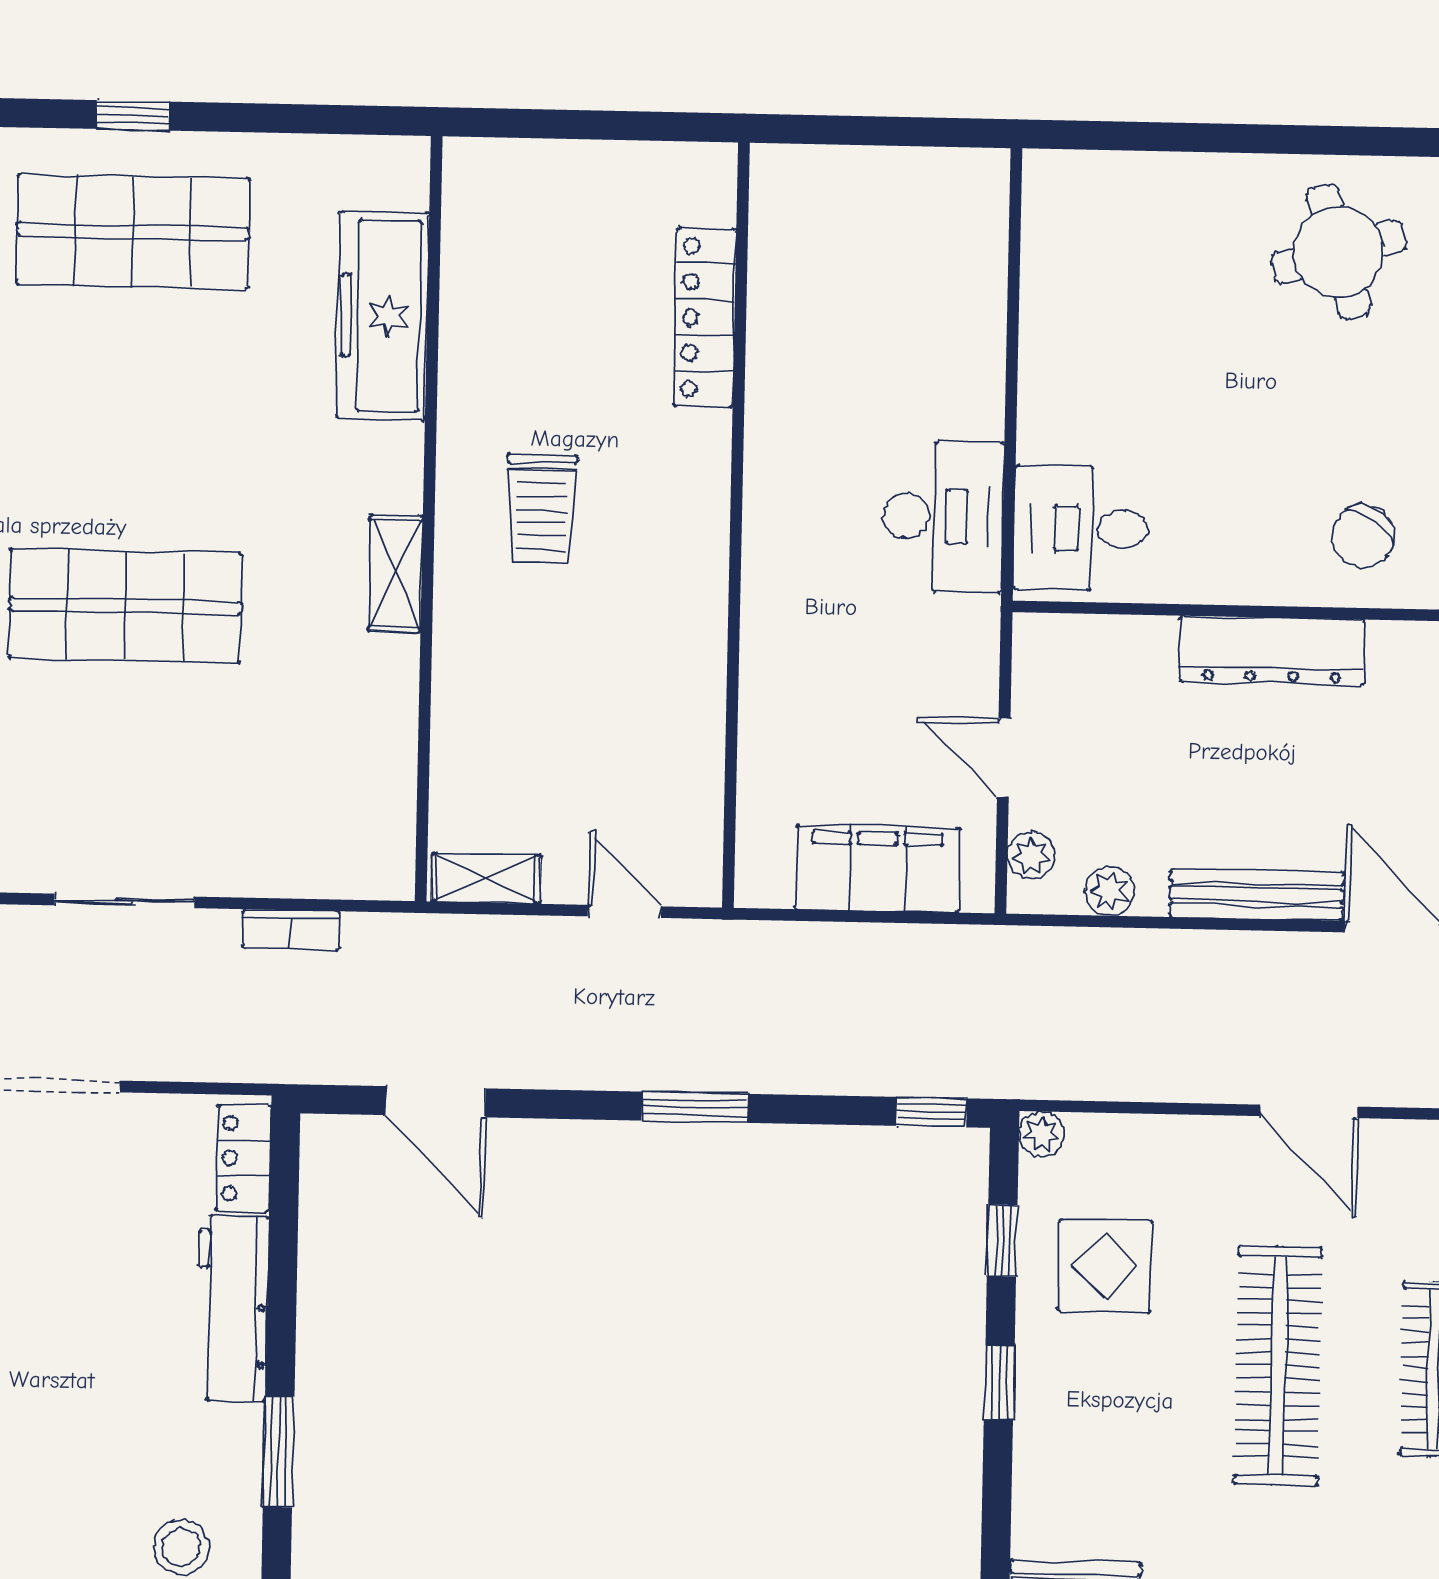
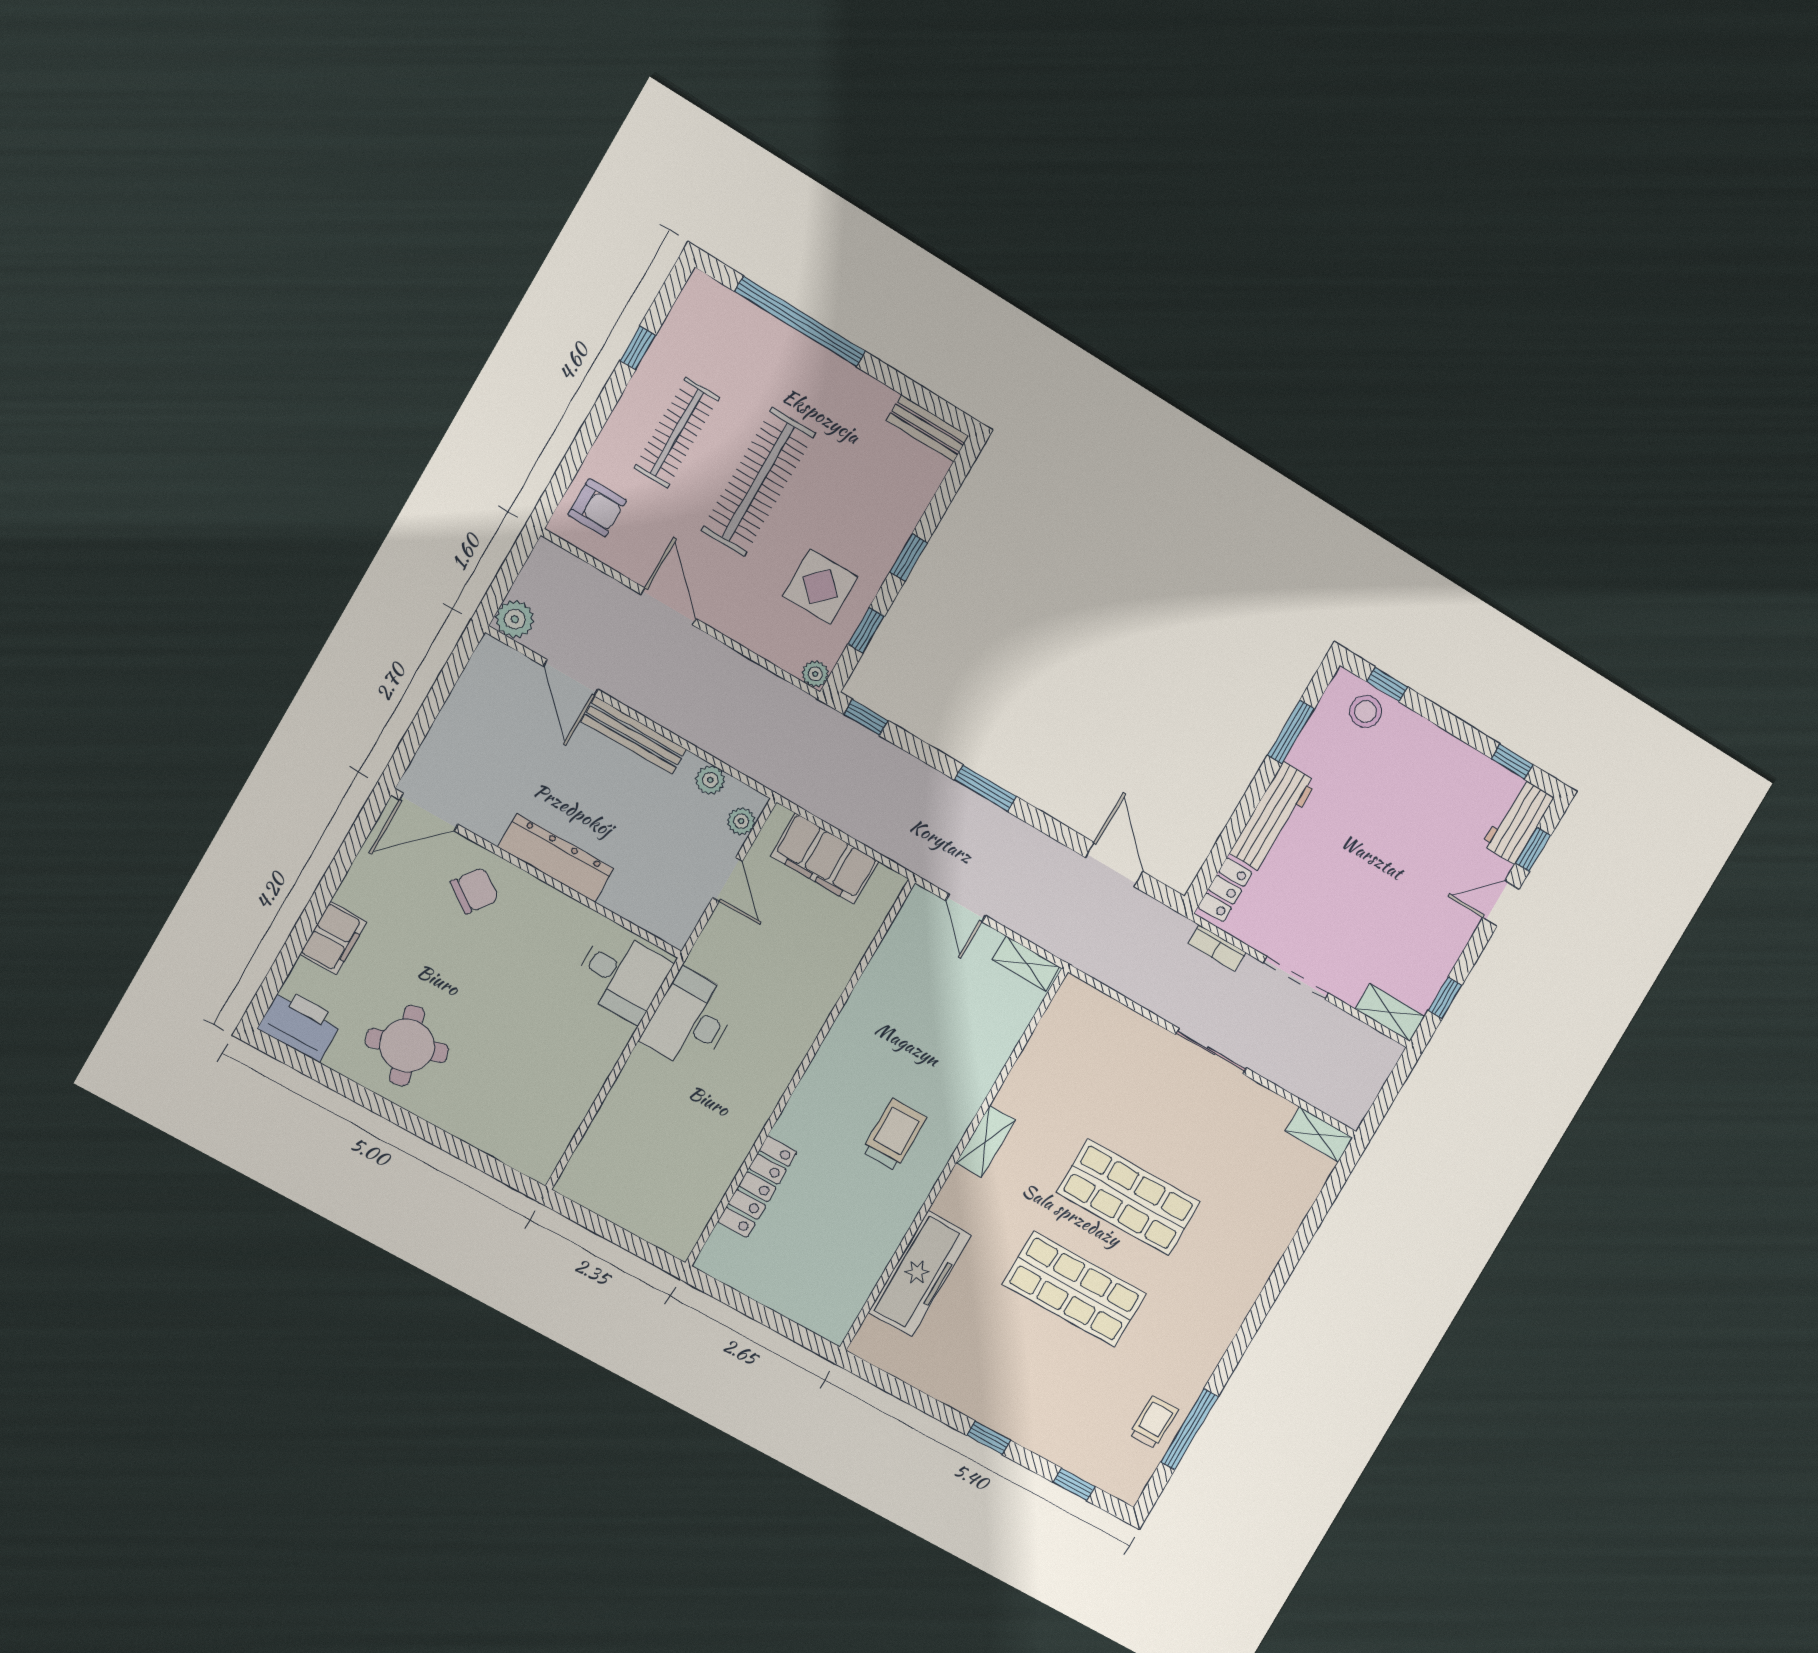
shop shelf: (133, 231) -> (1074, 1289), moved
bookcase: (291, 930) -> (1217, 948), moved, turned 180

